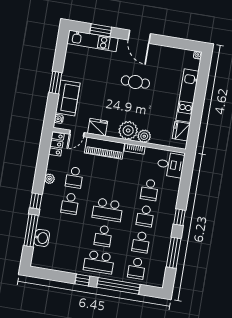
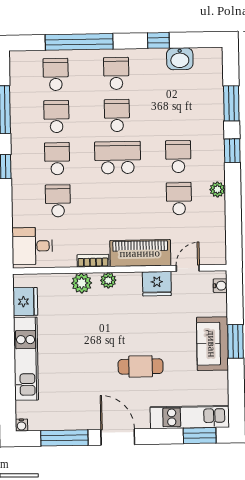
window: (101, 30) -> (200, 436), moved
window: (173, 42) -> (64, 438), added
cafe table: (135, 82) -> (141, 366), moved
sofa: (68, 98) -> (212, 344), moved
plant: (128, 131) -> (108, 280), width x0.53, depth x0.53
locker: (56, 144) -> (217, 246), removed
window: (31, 231) -> (231, 103), width x0.69
washbasin: (42, 238) -> (180, 59), moved, turned -90
school desk: (99, 262) -> (116, 73), width x0.54
window: (82, 280) -> (158, 40), moved

